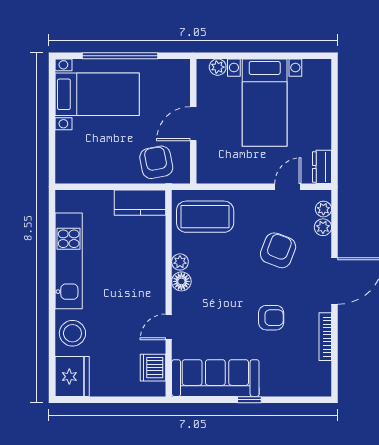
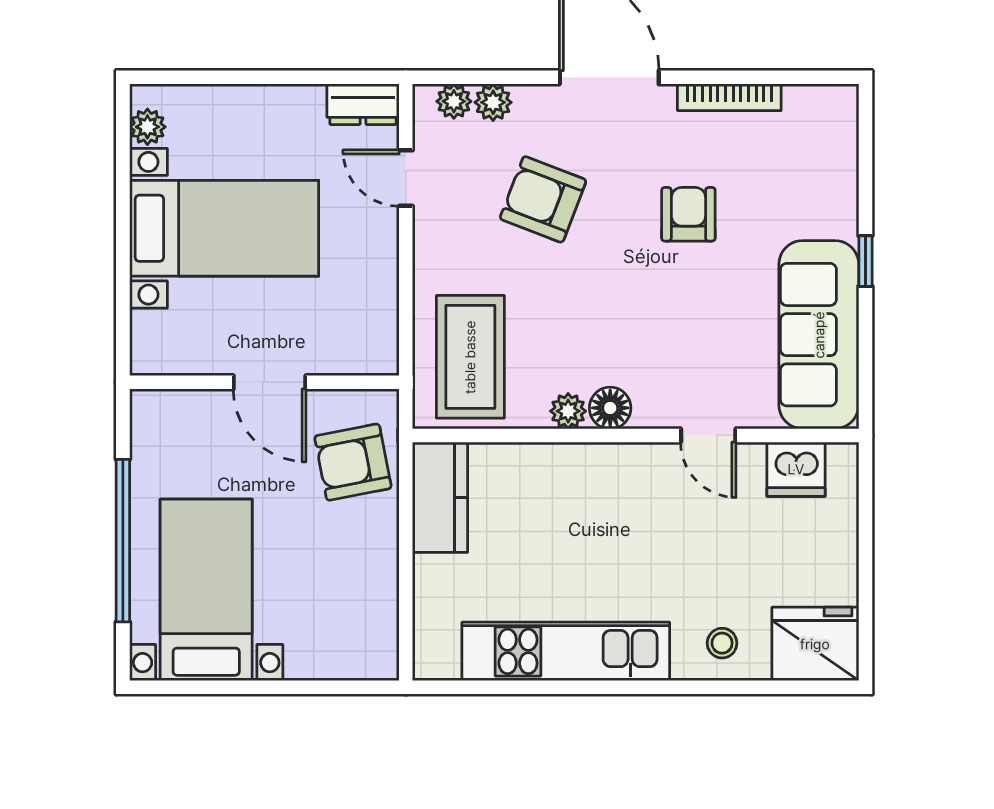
plant: (218, 67) -> (147, 127), moved
stool: (72, 333) -> (722, 643), width x0.53, depth x0.53

